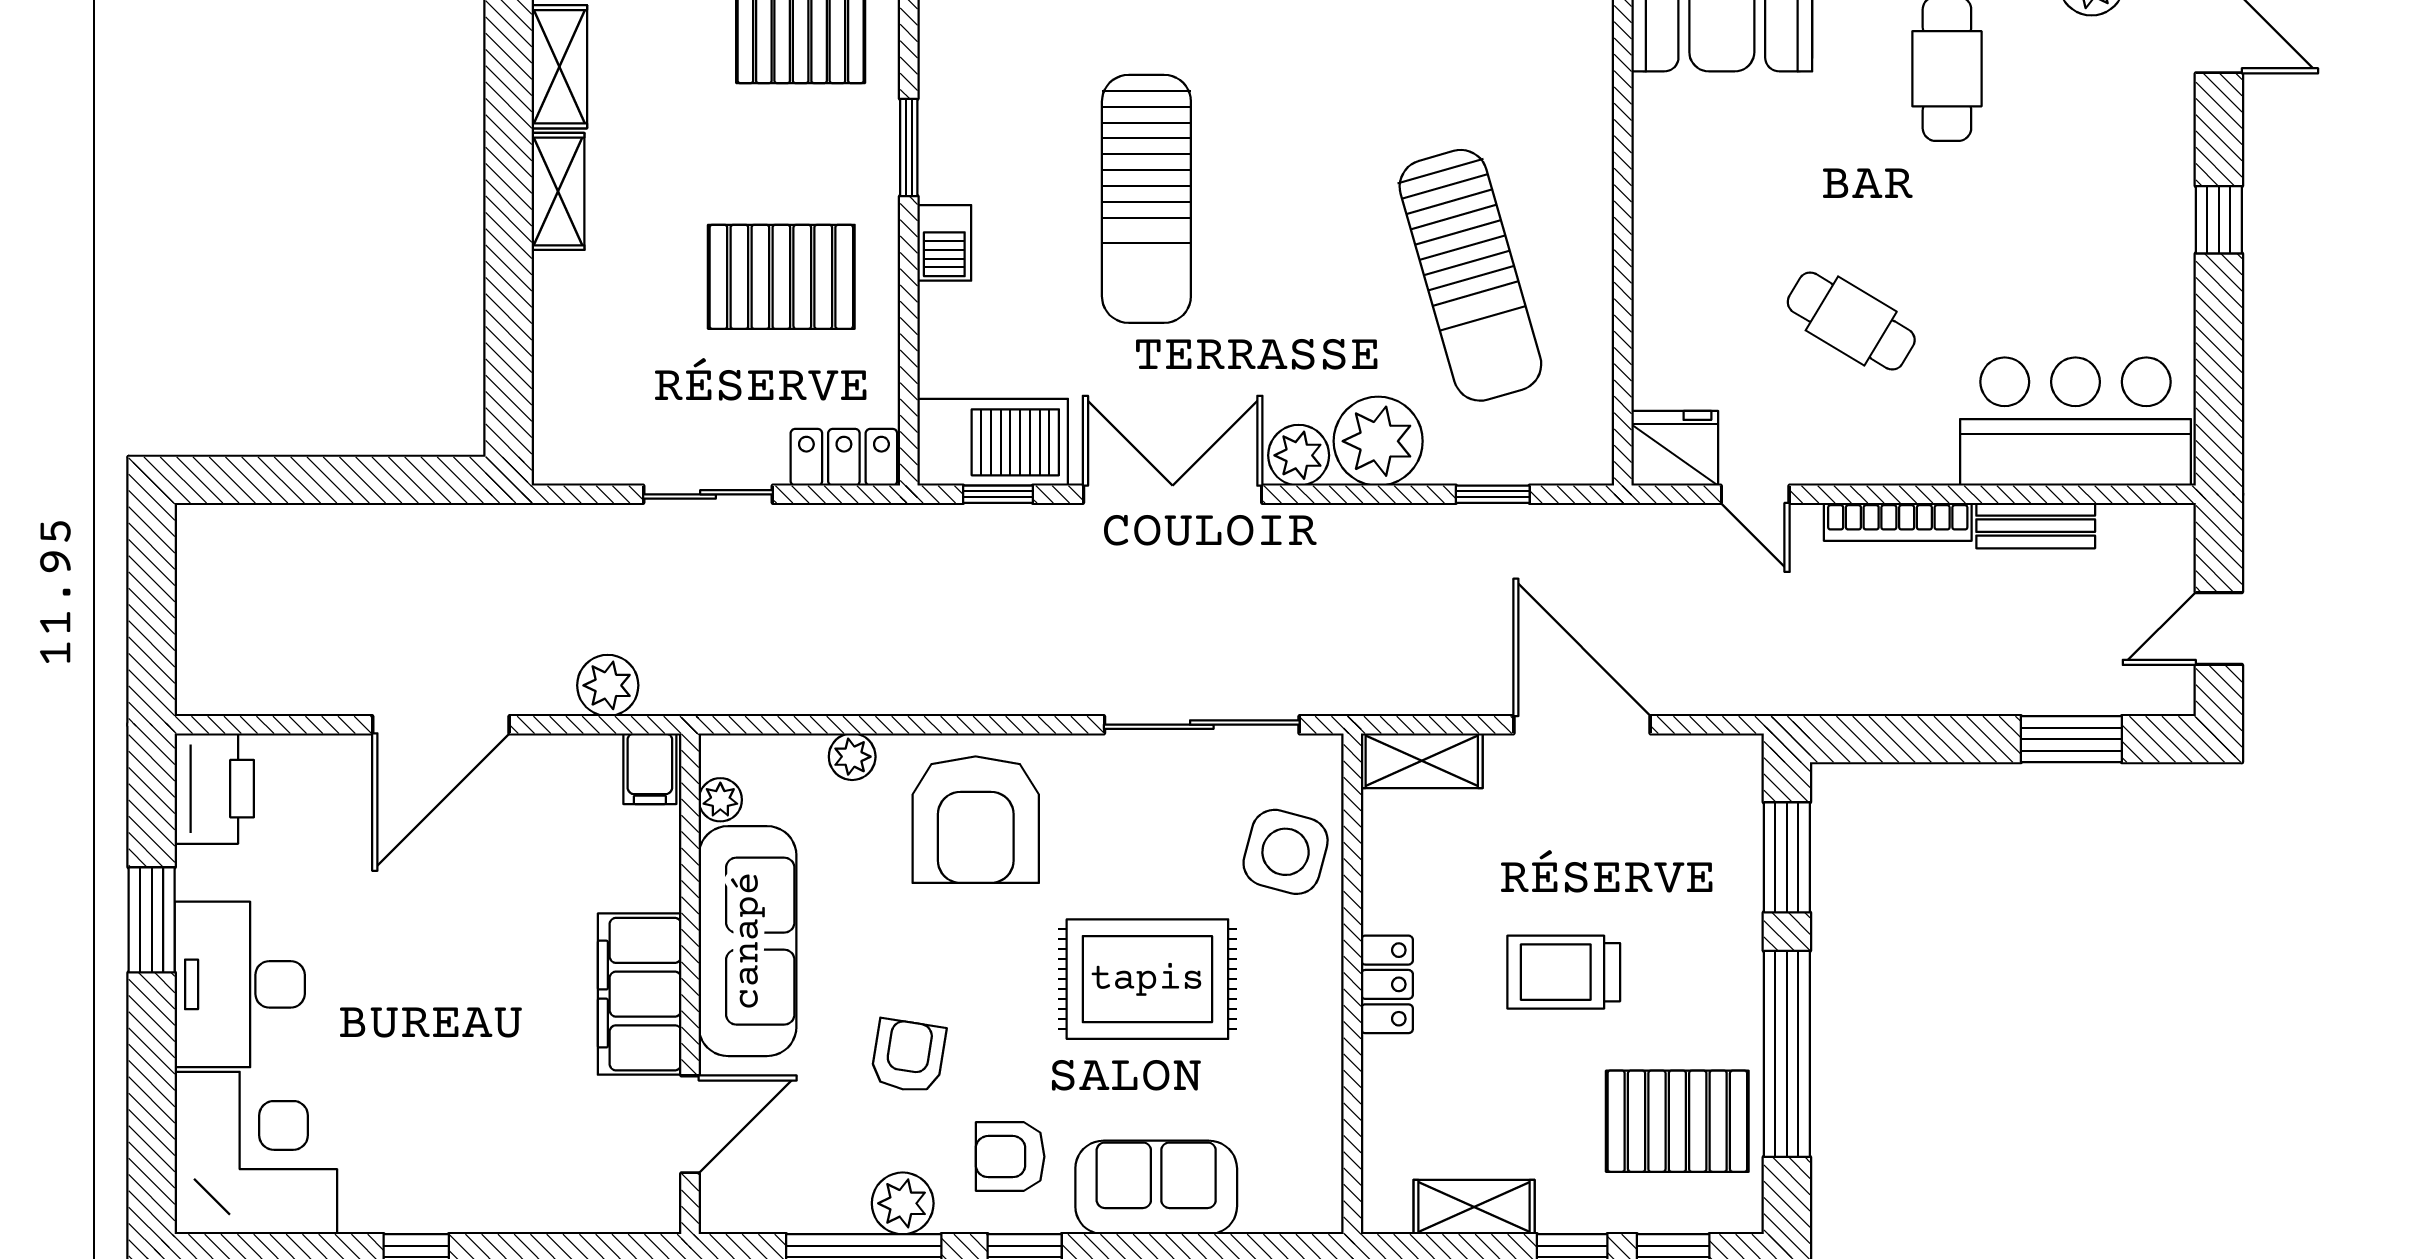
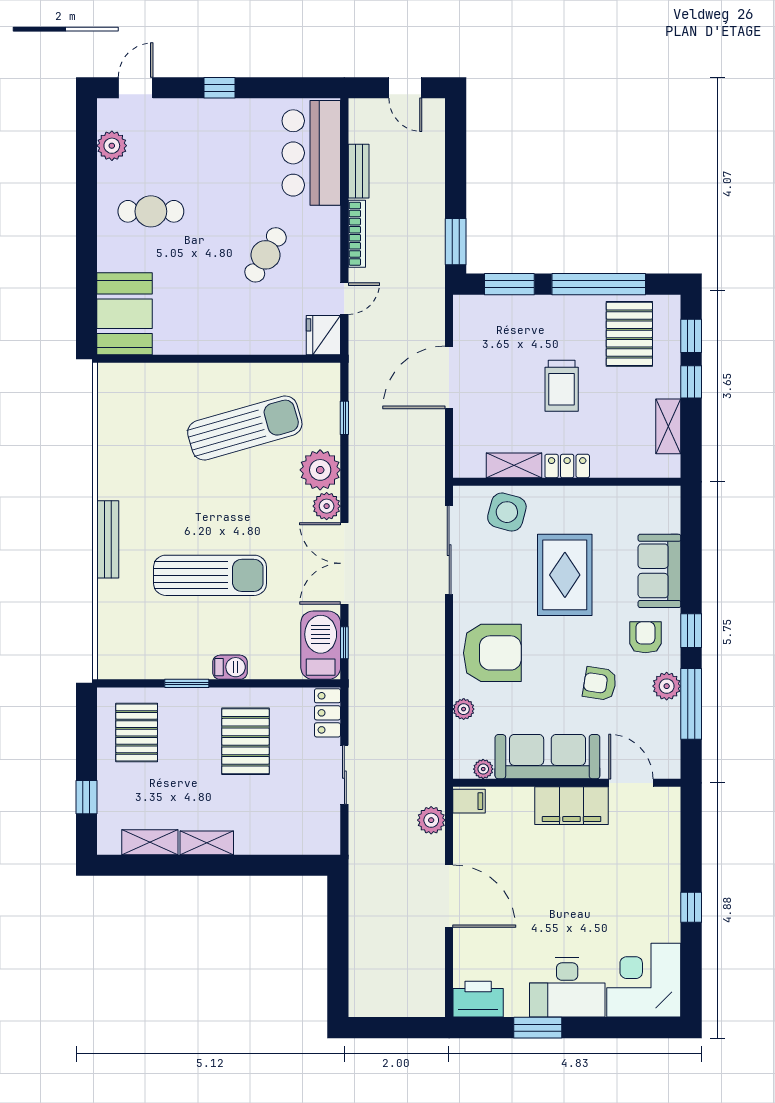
window: (2071, 739) -> (456, 242), moved
shelving: (1422, 761) -> (514, 465), moved, turned 90
armchair: (1010, 1157) -> (645, 637), turned 180

